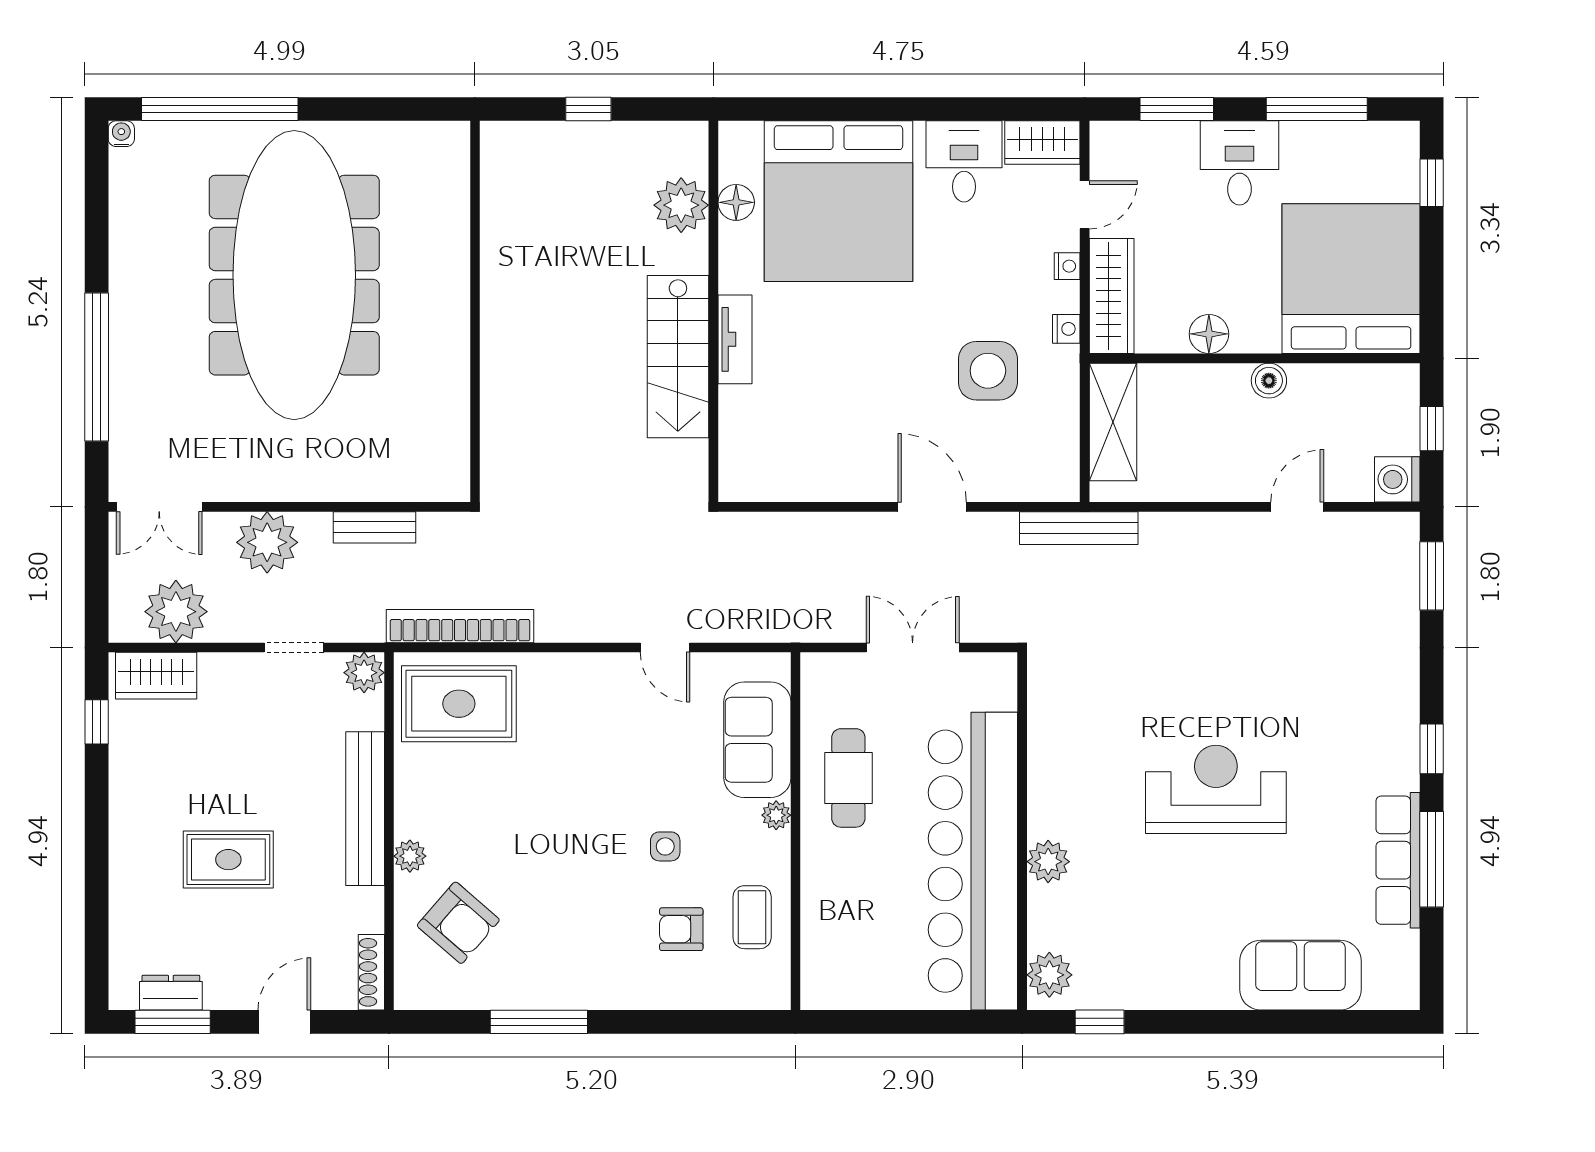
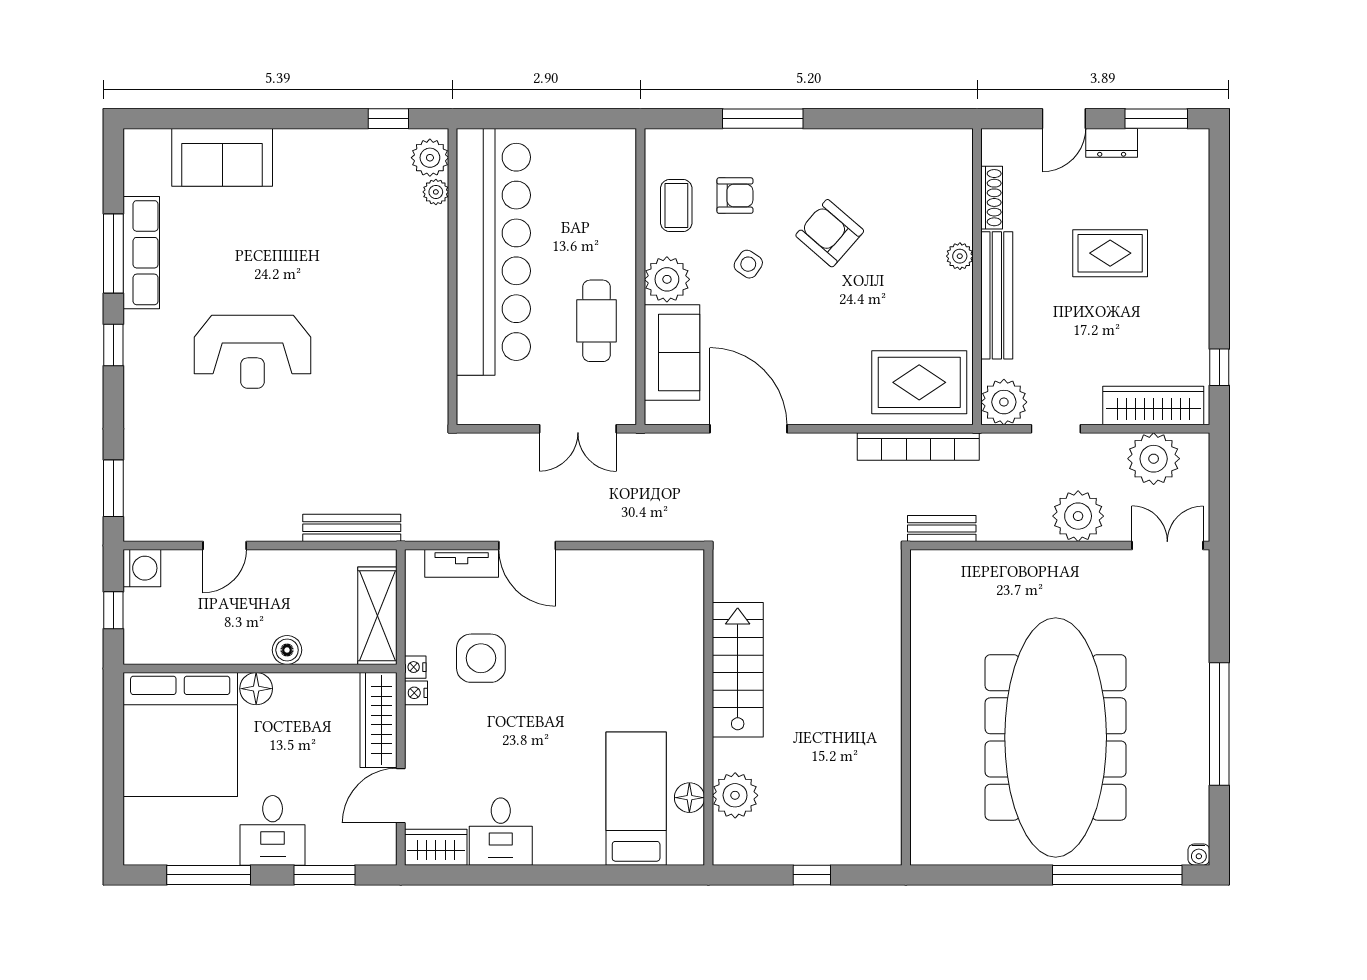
window: (1432, 183) -> (113, 814), removed
bed: (838, 201) -> (636, 799), width x0.49
door: (1085, 205) -> (401, 796), width x1.38
nightstand: (1067, 266) -> (415, 667), moved
floor lamp: (1209, 334) -> (256, 689), moved
tv unit: (735, 339) -> (462, 563), moved, turned -90
window: (97, 367) -> (1219, 724), moved
boiler: (1269, 381) -> (287, 650), moved
bench: (375, 527) -> (942, 528), moved
bench: (1079, 528) -> (352, 528), moved
door: (665, 648) -> (748, 429), width x1.88
double door: (913, 648) -> (578, 429), moved
plant: (364, 673) -> (1004, 402), width x1.36, depth x1.36
wardrobe: (156, 676) -> (1153, 406), width x1.50
reception desk: (1216, 789) -> (252, 352), moved
plant: (776, 815) -> (667, 279), width x1.88, depth x1.88
side table: (665, 846) -> (748, 264), turned 34
plant: (1048, 862) -> (436, 192), moved, width x0.73, depth x0.73
armchair: (458, 923) -> (830, 233), moved
shoe rack: (371, 972) -> (992, 198), moved
dresser: (171, 993) -> (1112, 143), moved
window: (539, 1022) -> (763, 119), moved

